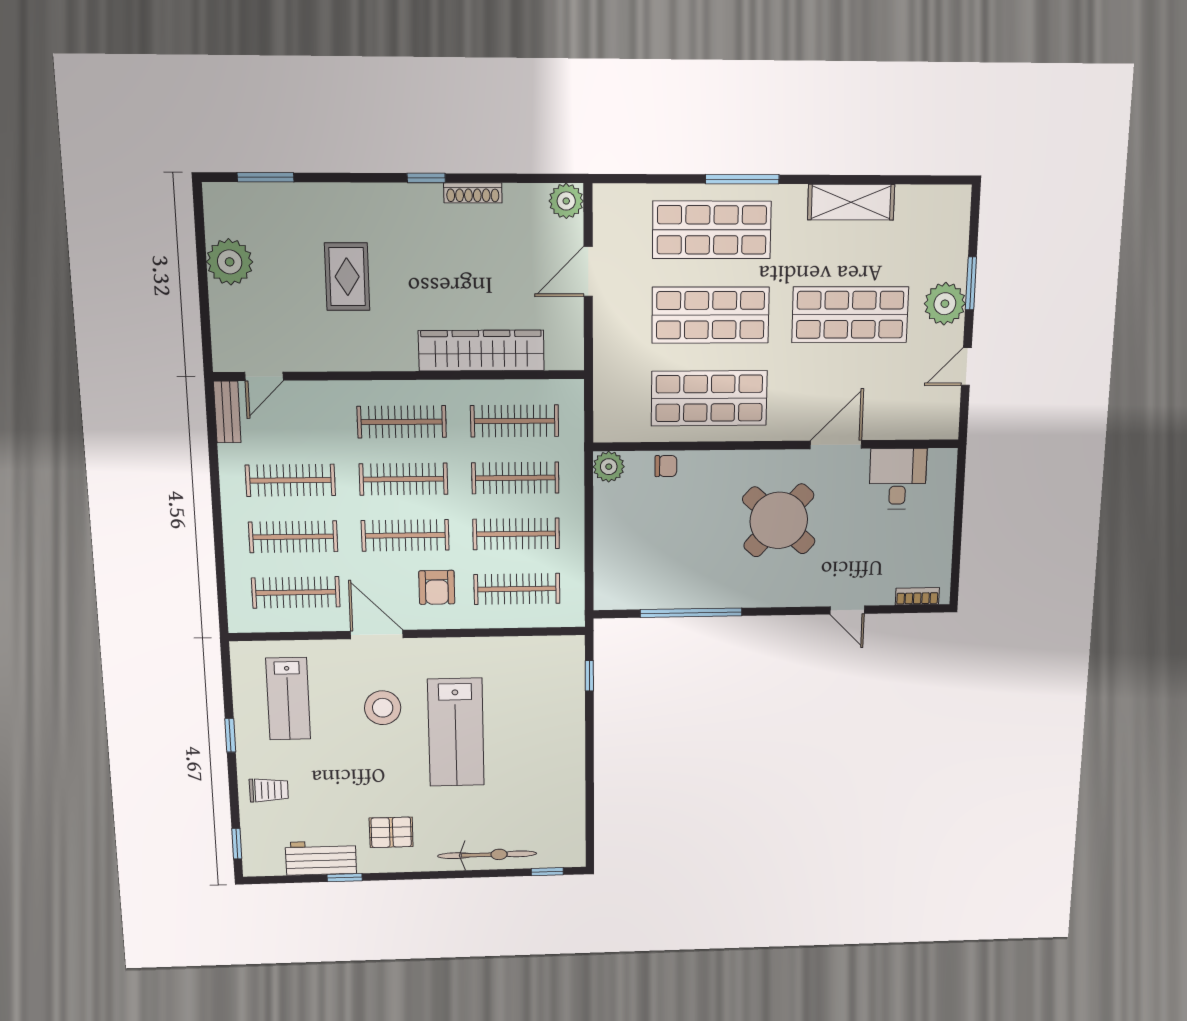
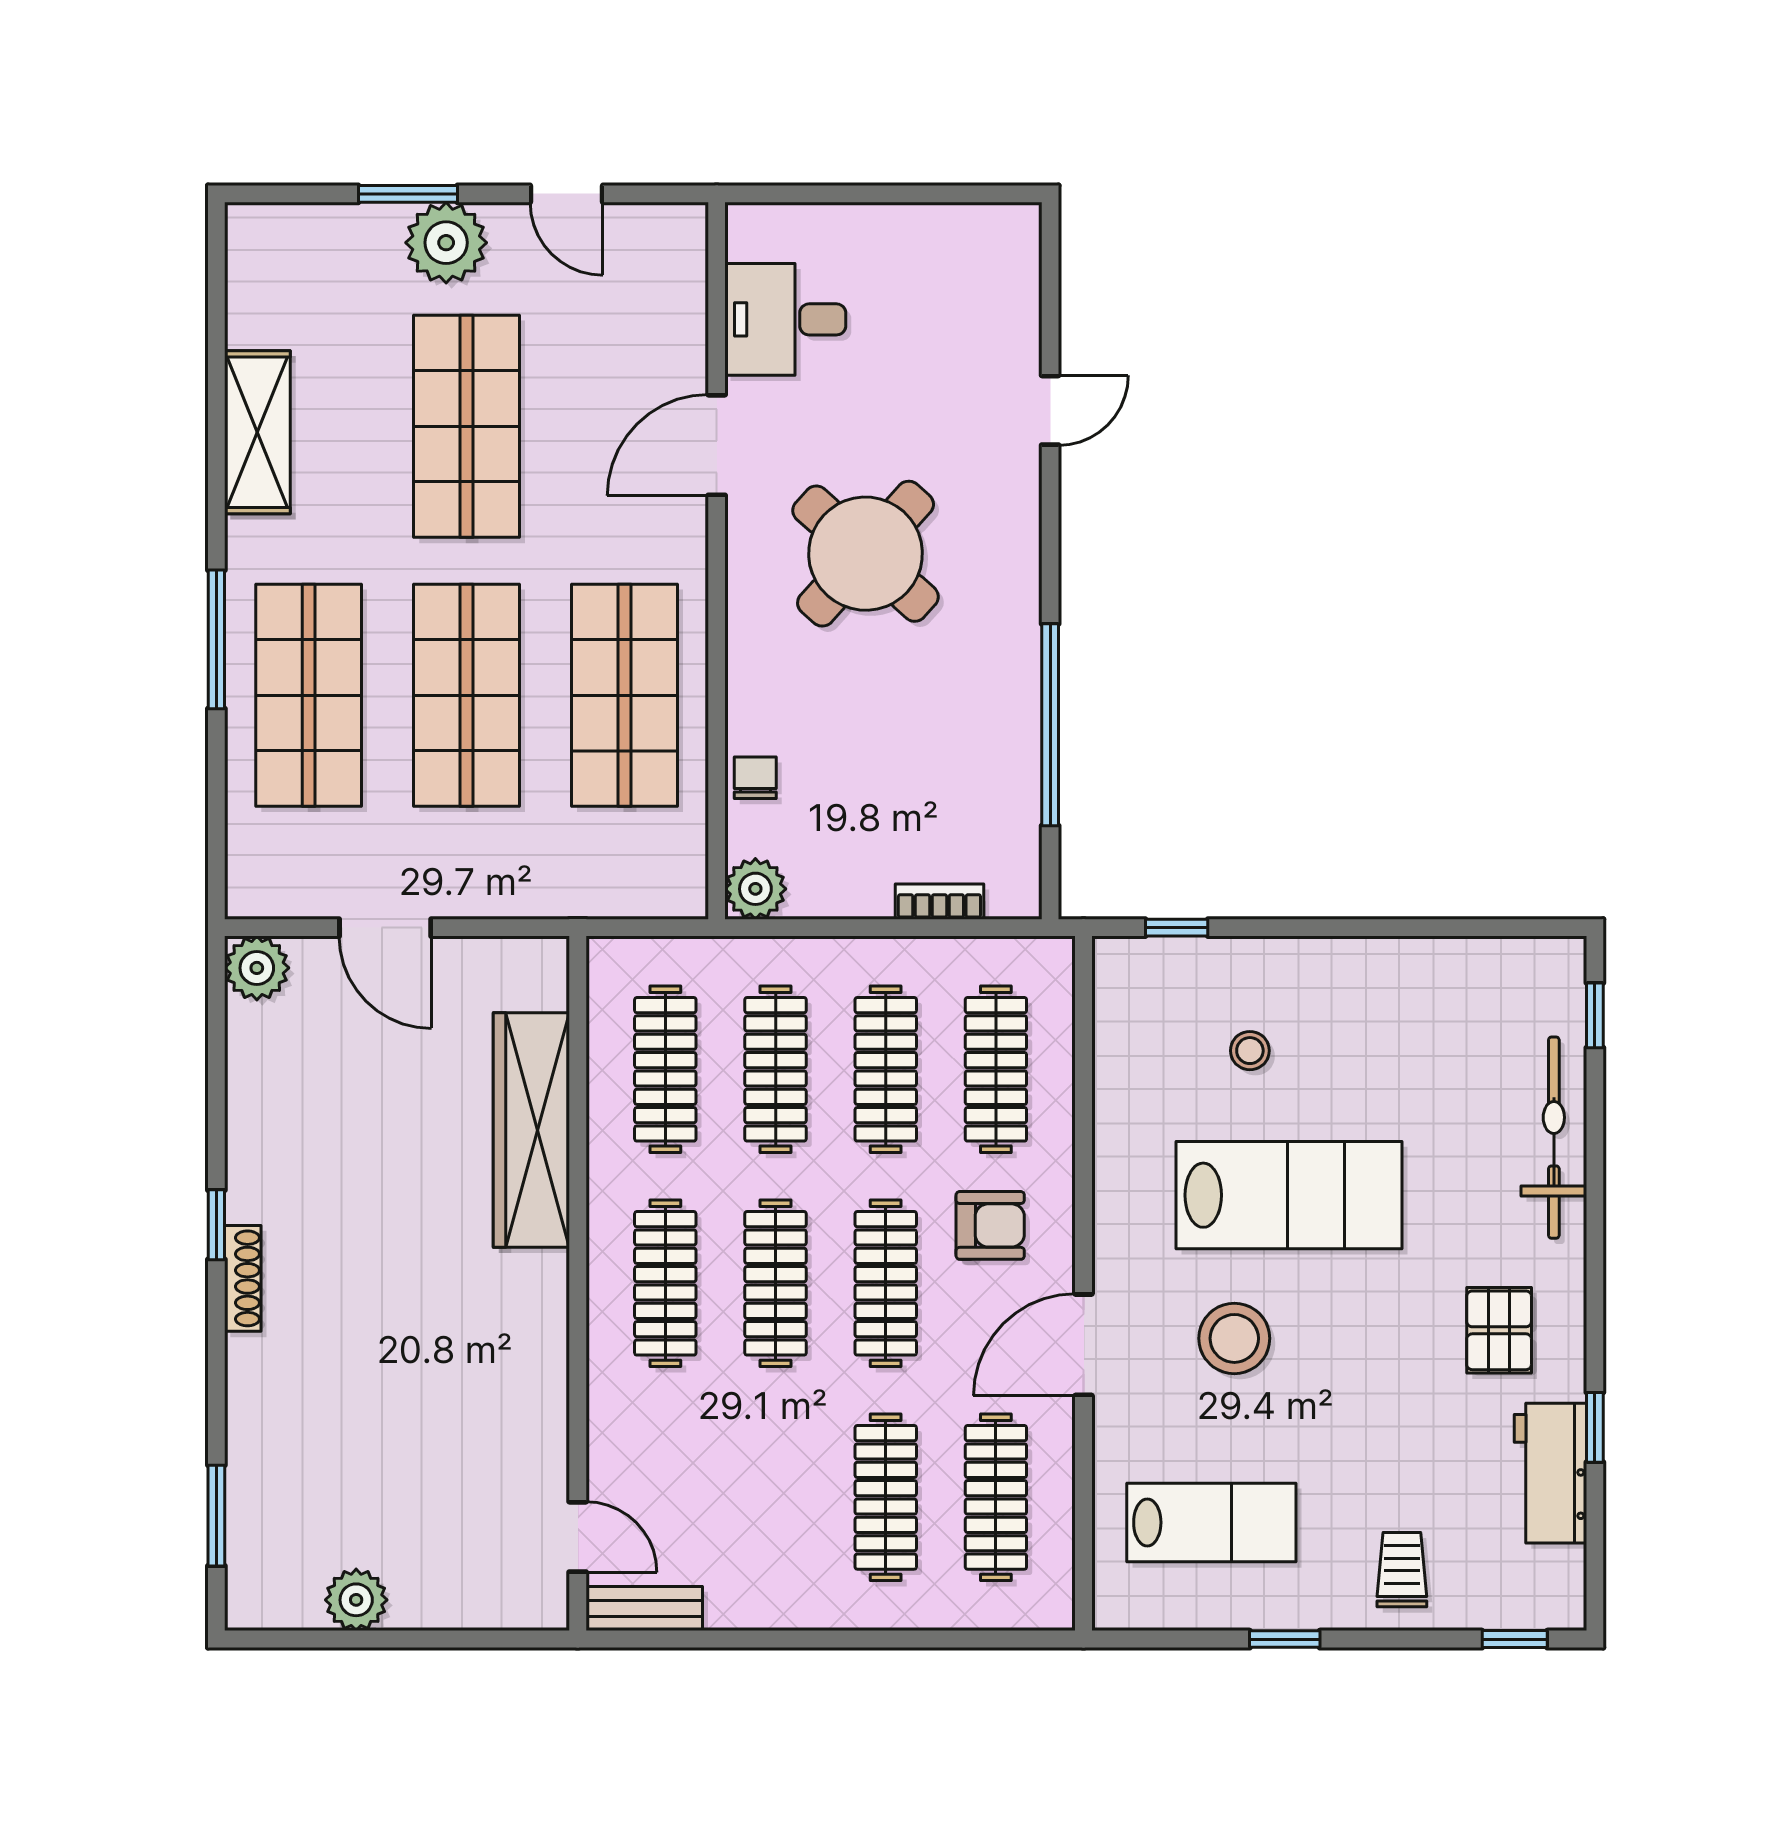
shoe rack: (473, 193) -> (243, 1278), moved
plant: (230, 262) -> (356, 1600), width x0.73, depth x0.73
rug: (347, 277) -> (394, 1376), removed
door: (836, 445) -> (717, 445), hinge flipped
clothes rail: (290, 480) -> (776, 1497), removed
bookcase: (917, 596) -> (939, 902), moved, turned 90
stool: (528, 712) -> (1250, 1051), added

